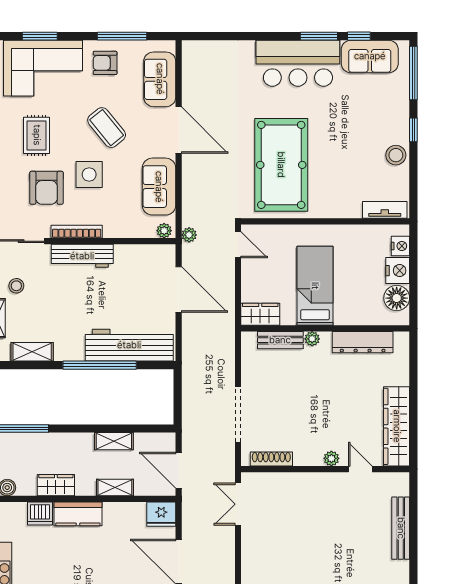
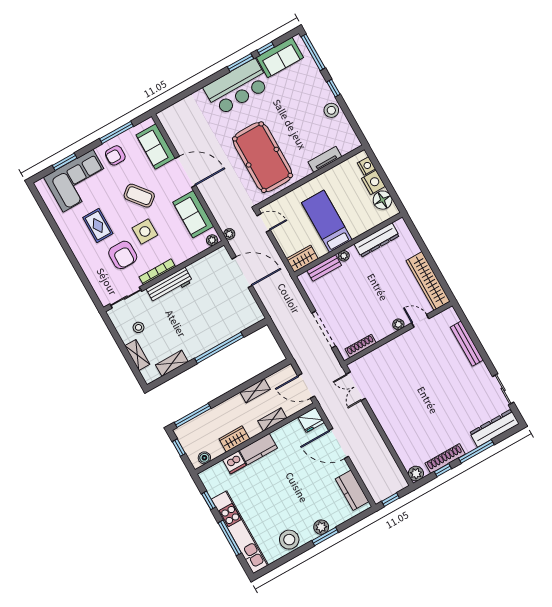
tv unit: (385, 210) -> (325, 159), moved
workbench: (129, 345) -> (231, 325), removed

